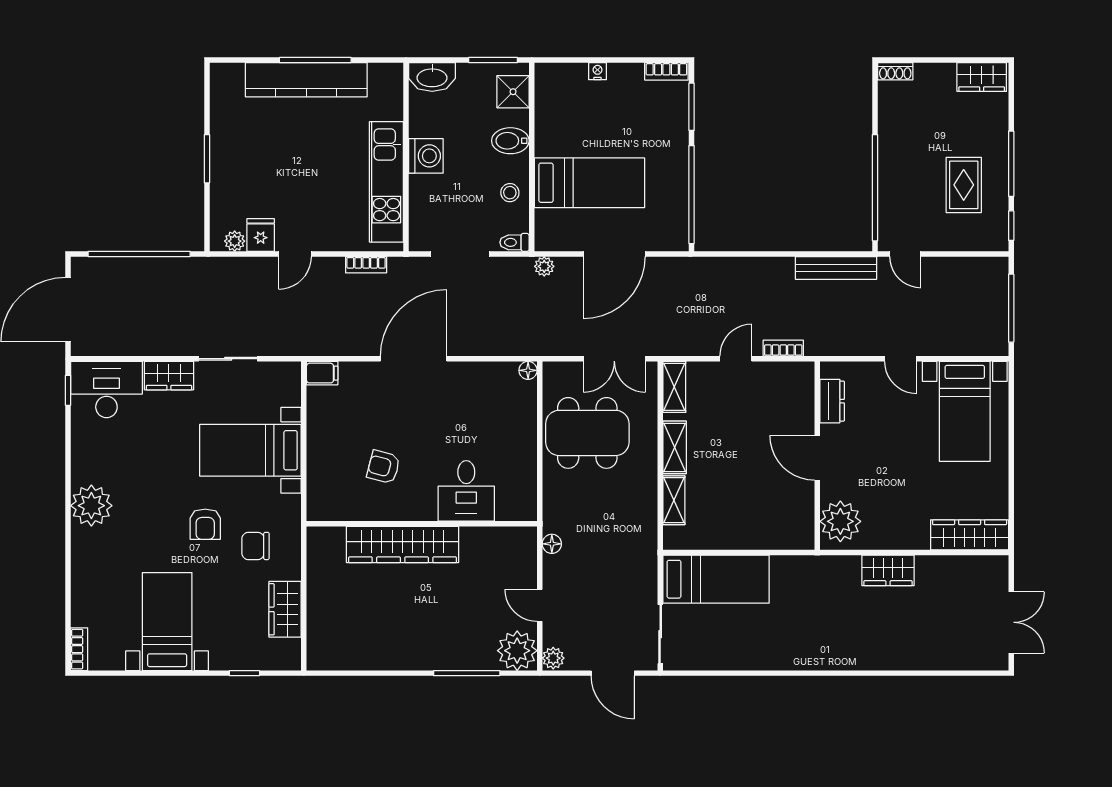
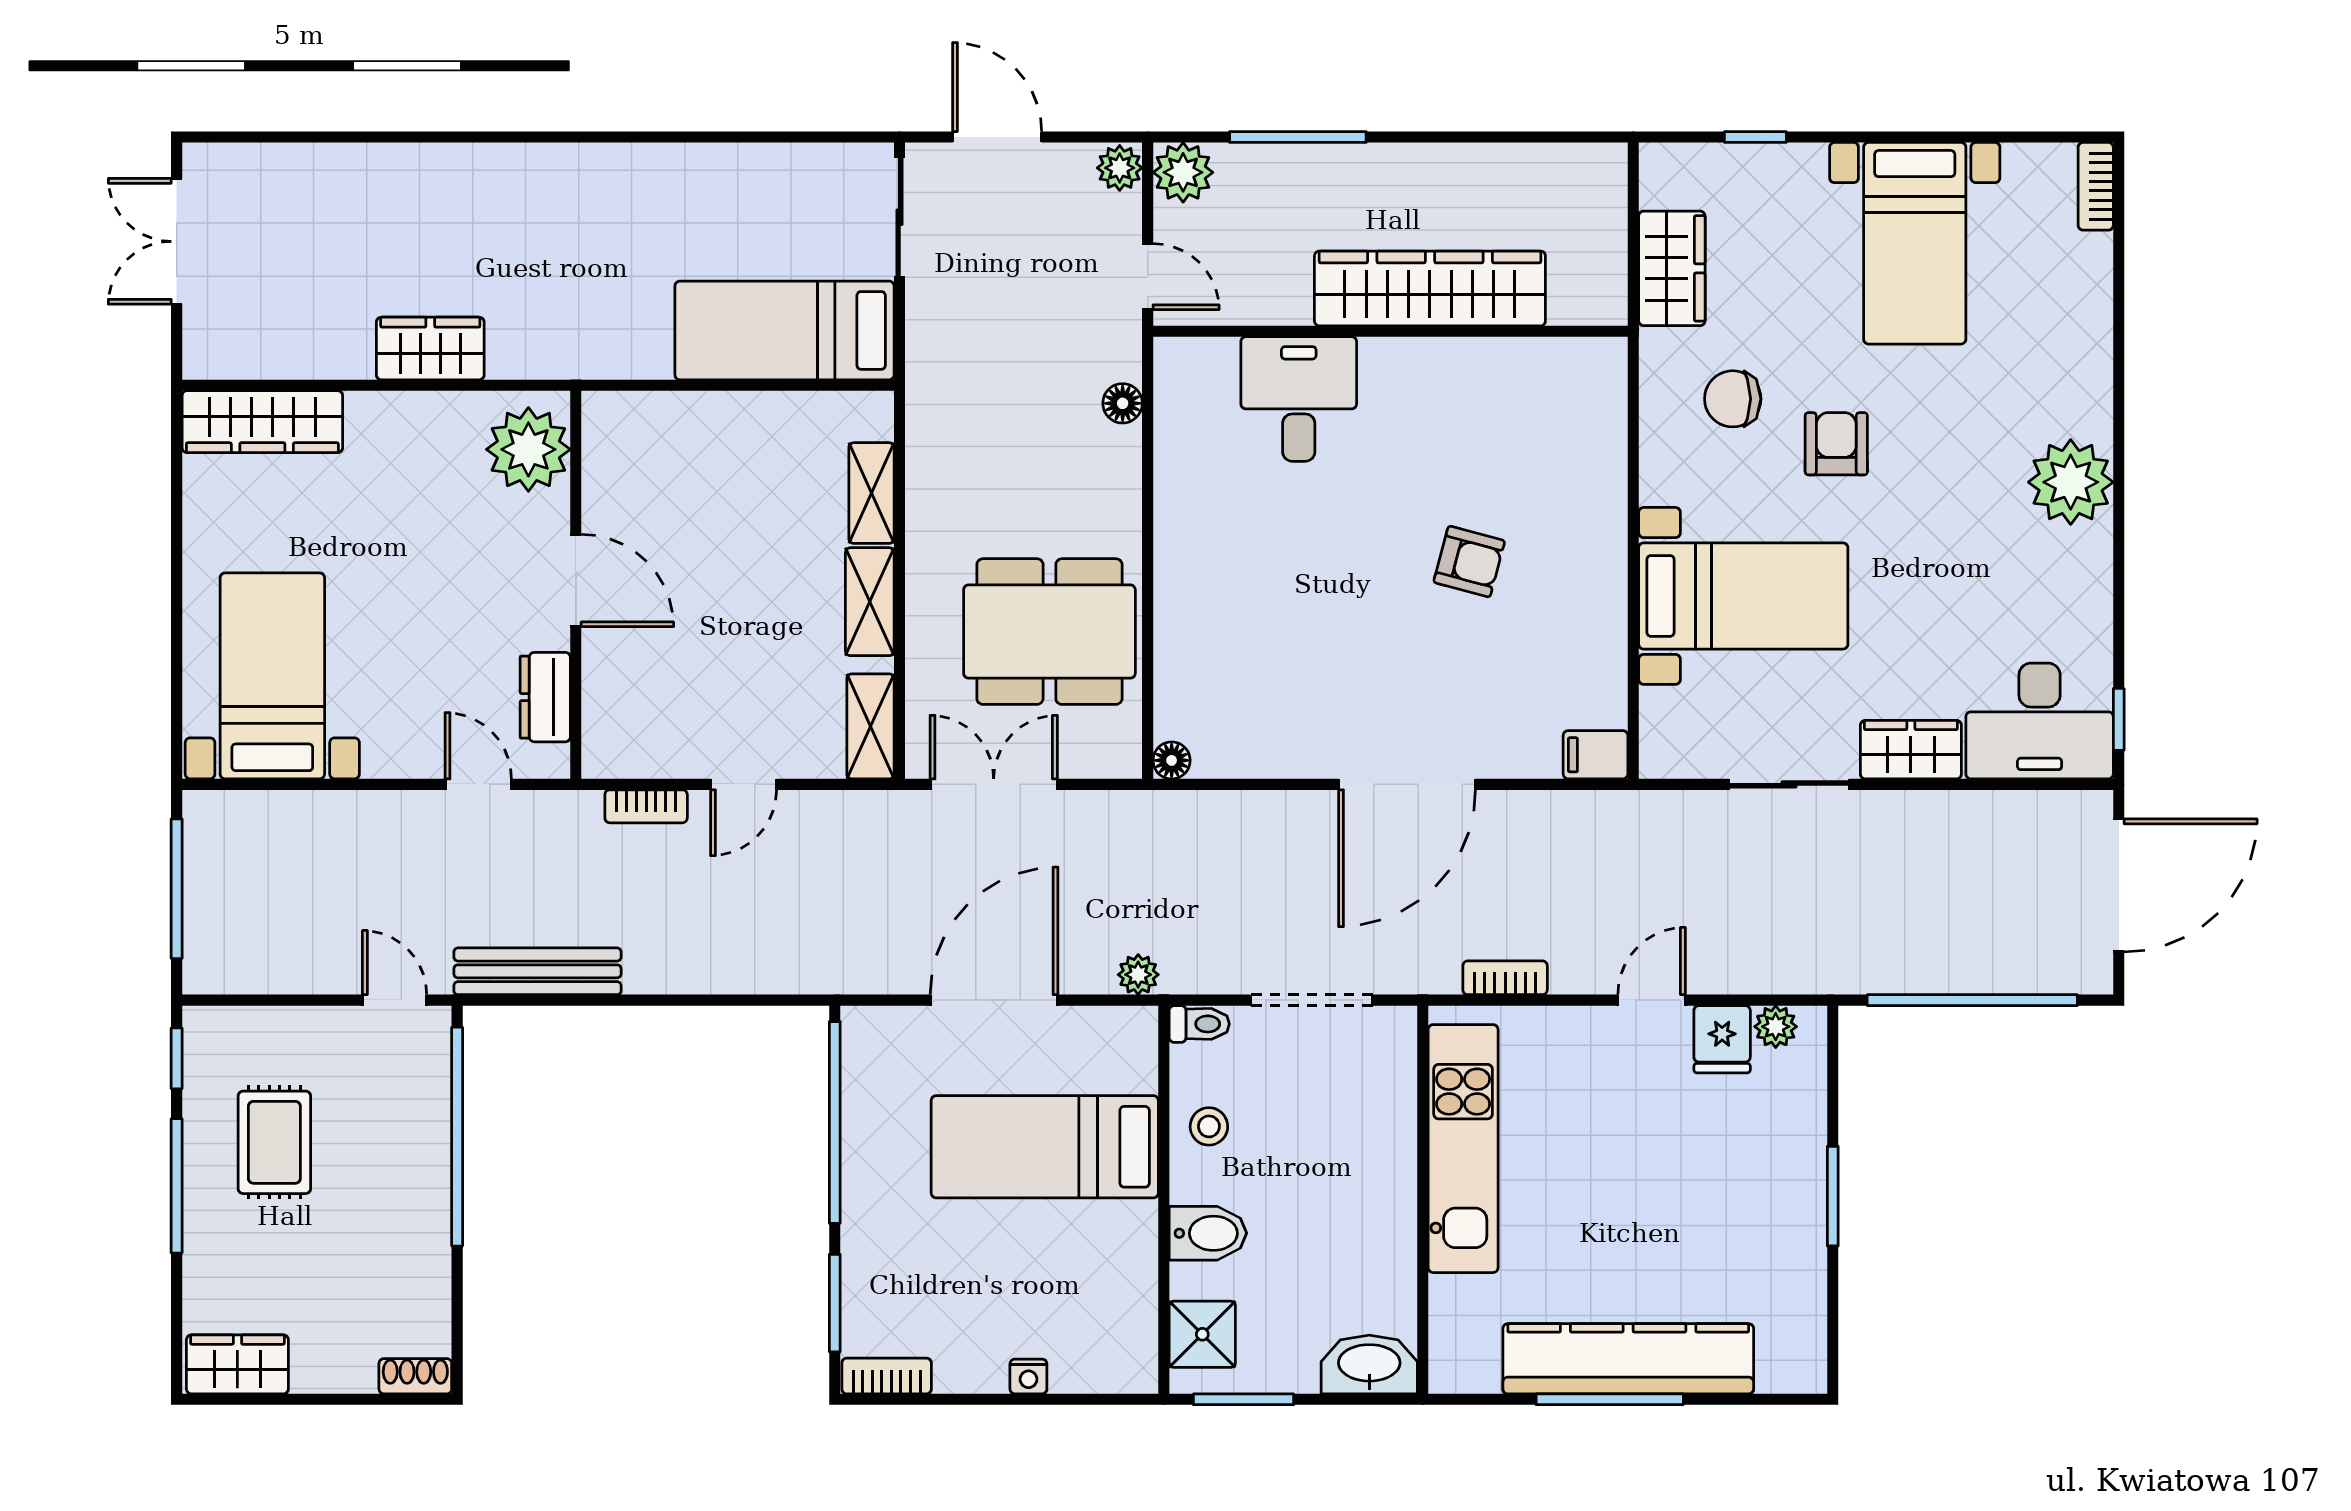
washing machine: (426, 156) -> (1382, 1202), removed
door: (901, 359) -> (478, 784), moved
desk: (466, 491) -> (1299, 399), moved
wall: (422, 524) -> (1390, 331), moved
wardrobe: (403, 545) -> (1430, 288), moved
chair: (255, 546) -> (1733, 399), turned 180
plant: (517, 651) -> (1183, 172), width x0.73, depth x0.73

